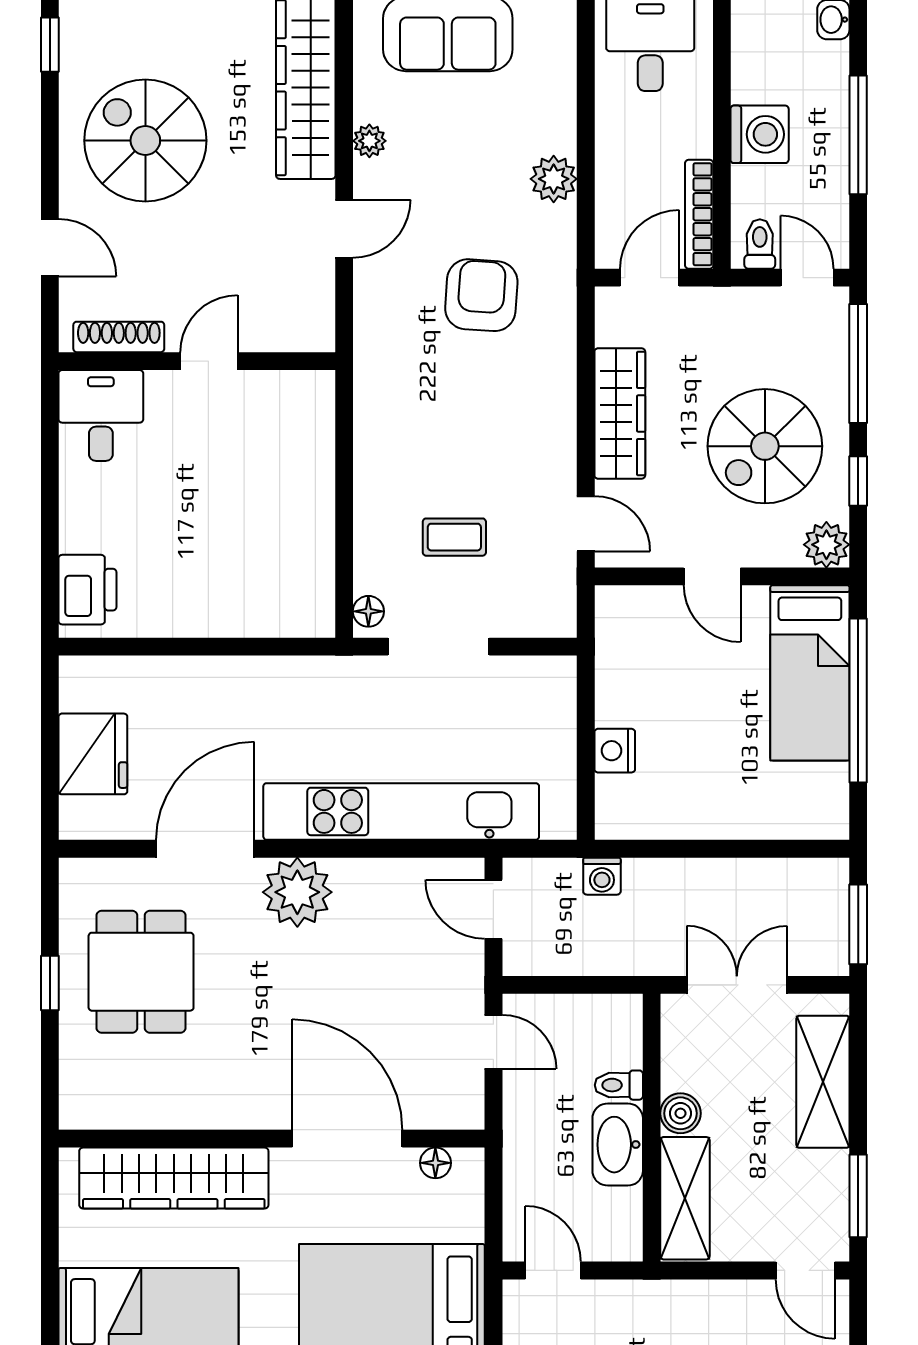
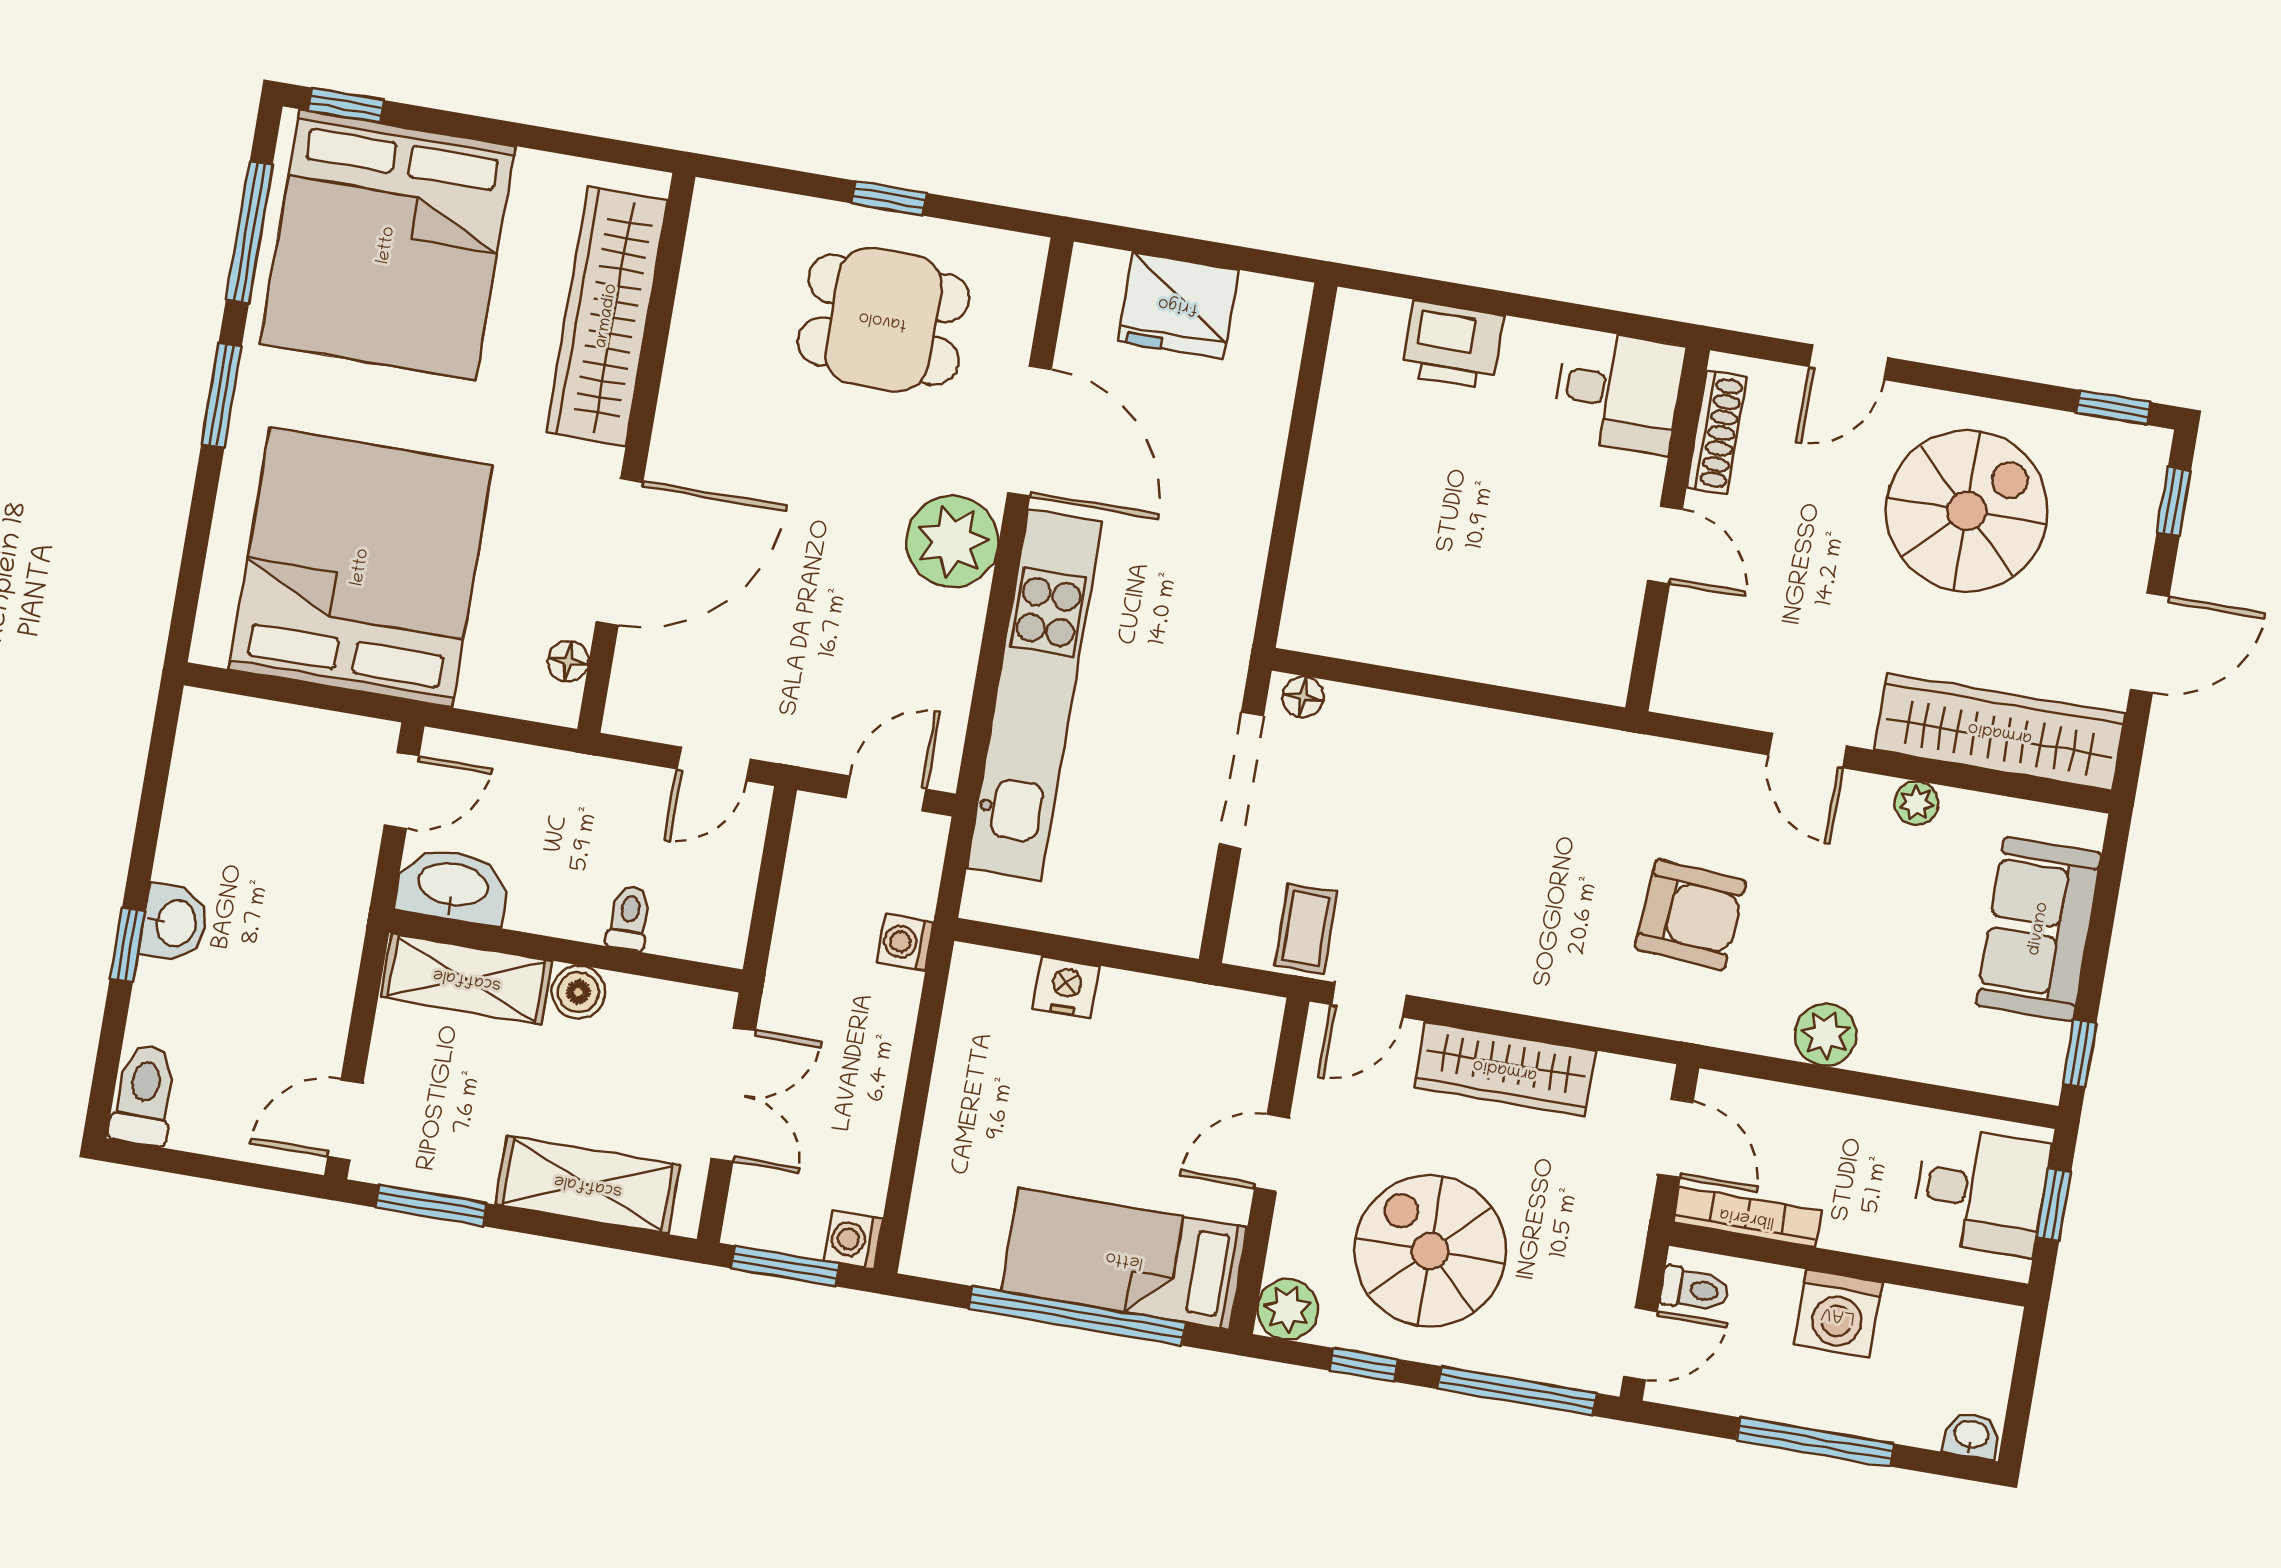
coffee table: (454, 537) -> (1306, 929), moved
printer: (87, 590) -> (1453, 345), moved
washing machine: (830, 877) -> (853, 1240), added
washbasin: (618, 1145) -> (452, 886), moved

